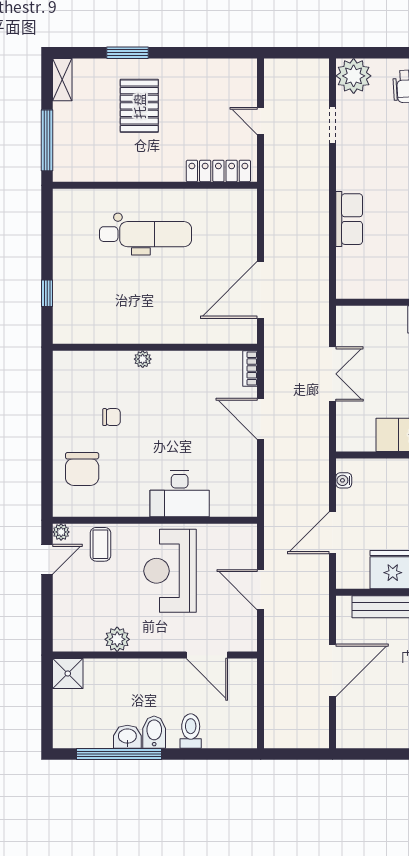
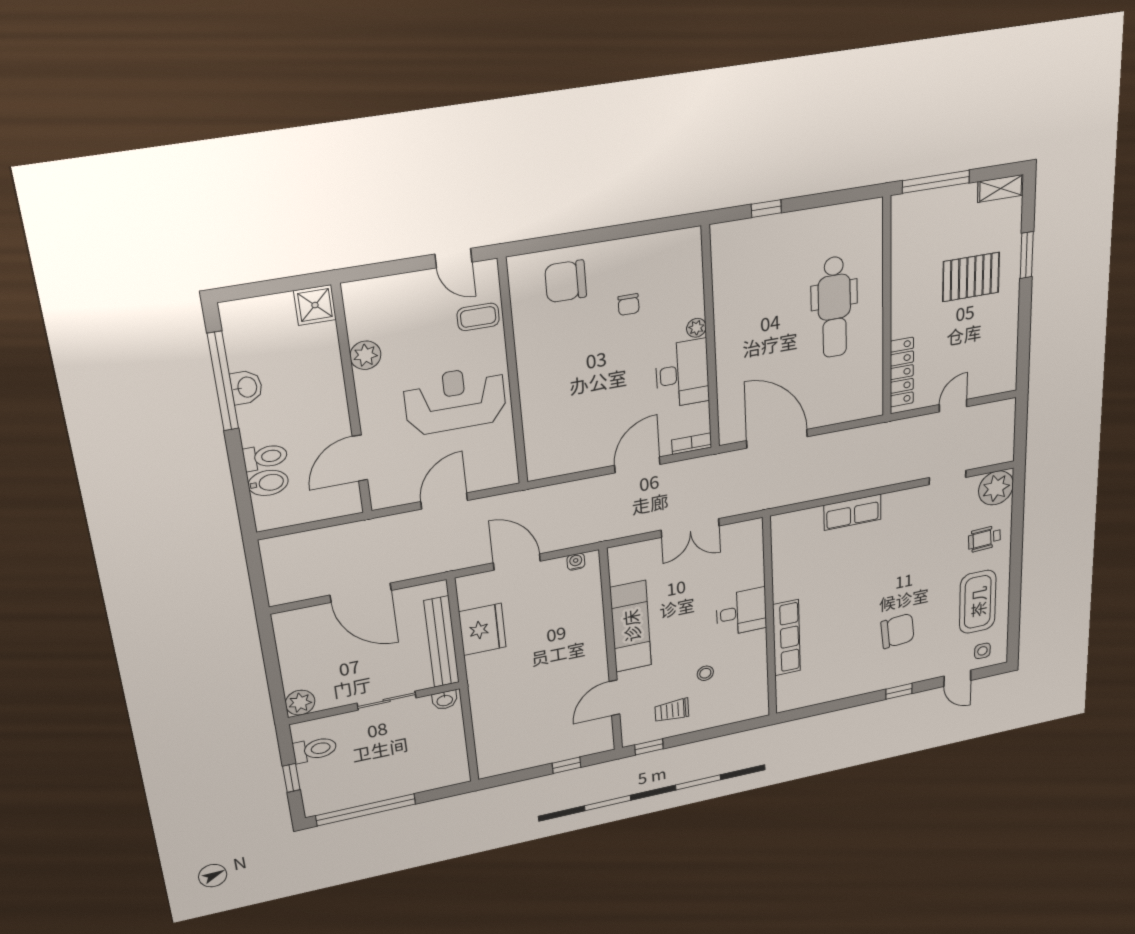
desk: (180, 494) -> (682, 374), moved, turned 180
plant: (61, 532) -> (488, 269), removed
bidet: (154, 732) -> (268, 483), moved

